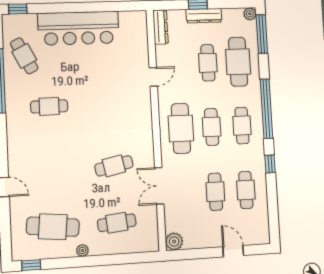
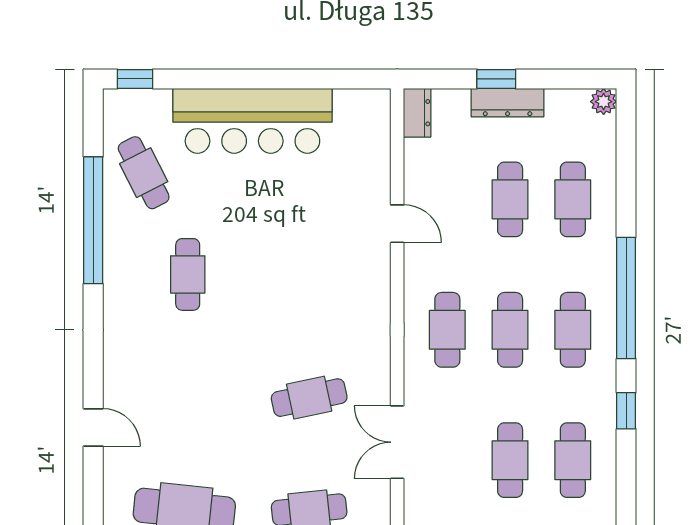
dresser: (160, 27) -> (417, 113), width x0.70
window: (262, 34) -> (626, 144), removed
cafe table: (238, 62) -> (573, 199), width x0.73, depth x0.74
door: (153, 77) -> (397, 224), hinge flipped
cafe table: (49, 106) -> (188, 274), turned 90
cafe table: (181, 128) -> (447, 330), width x0.73, depth x0.74

